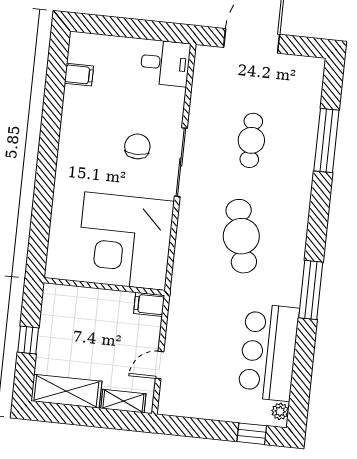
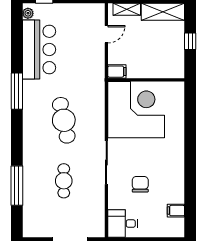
chair: (137, 146) -> (140, 184), moved, turned 180

